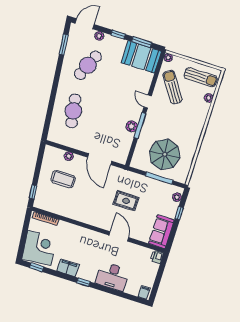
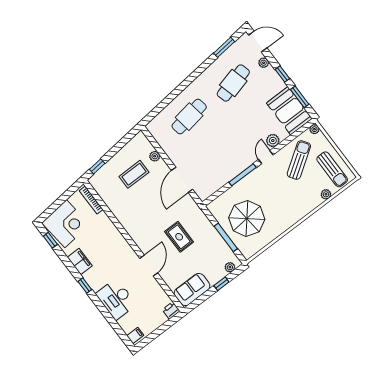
cafe table: (88, 65) -> (233, 83), turned -39
plant: (132, 126) -> (273, 141), moved
coffee table: (63, 179) -> (134, 174), turned 90

